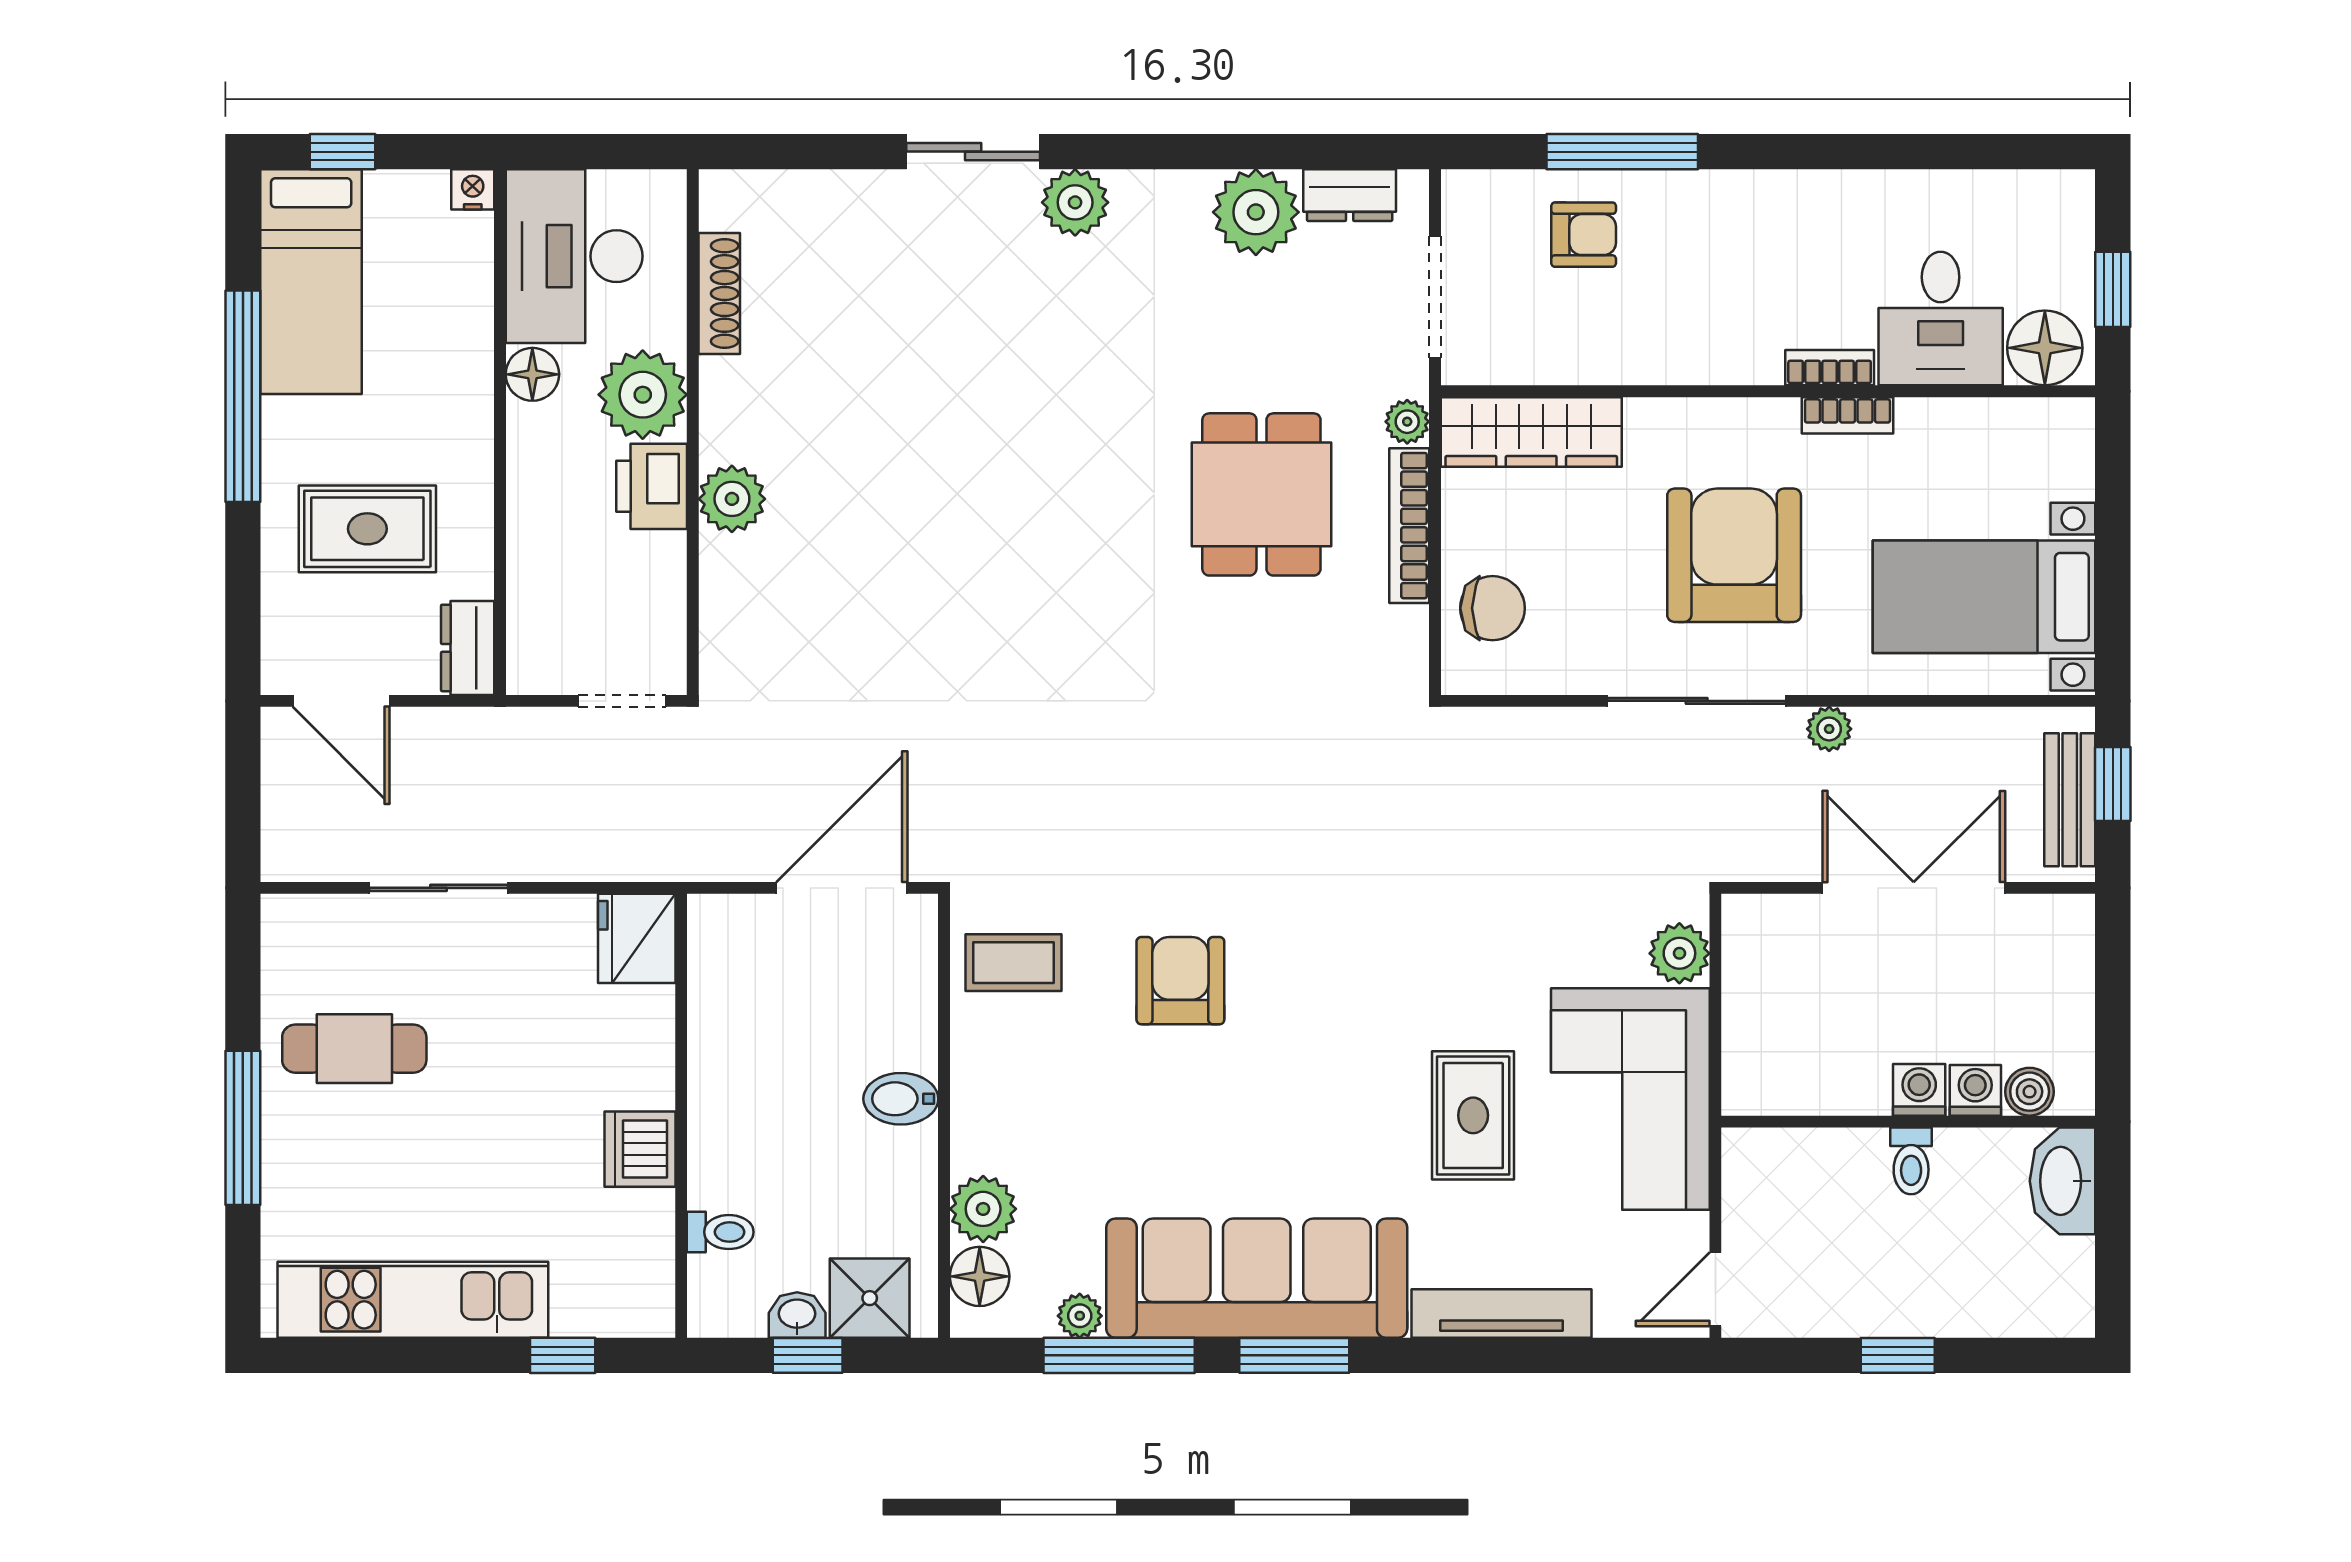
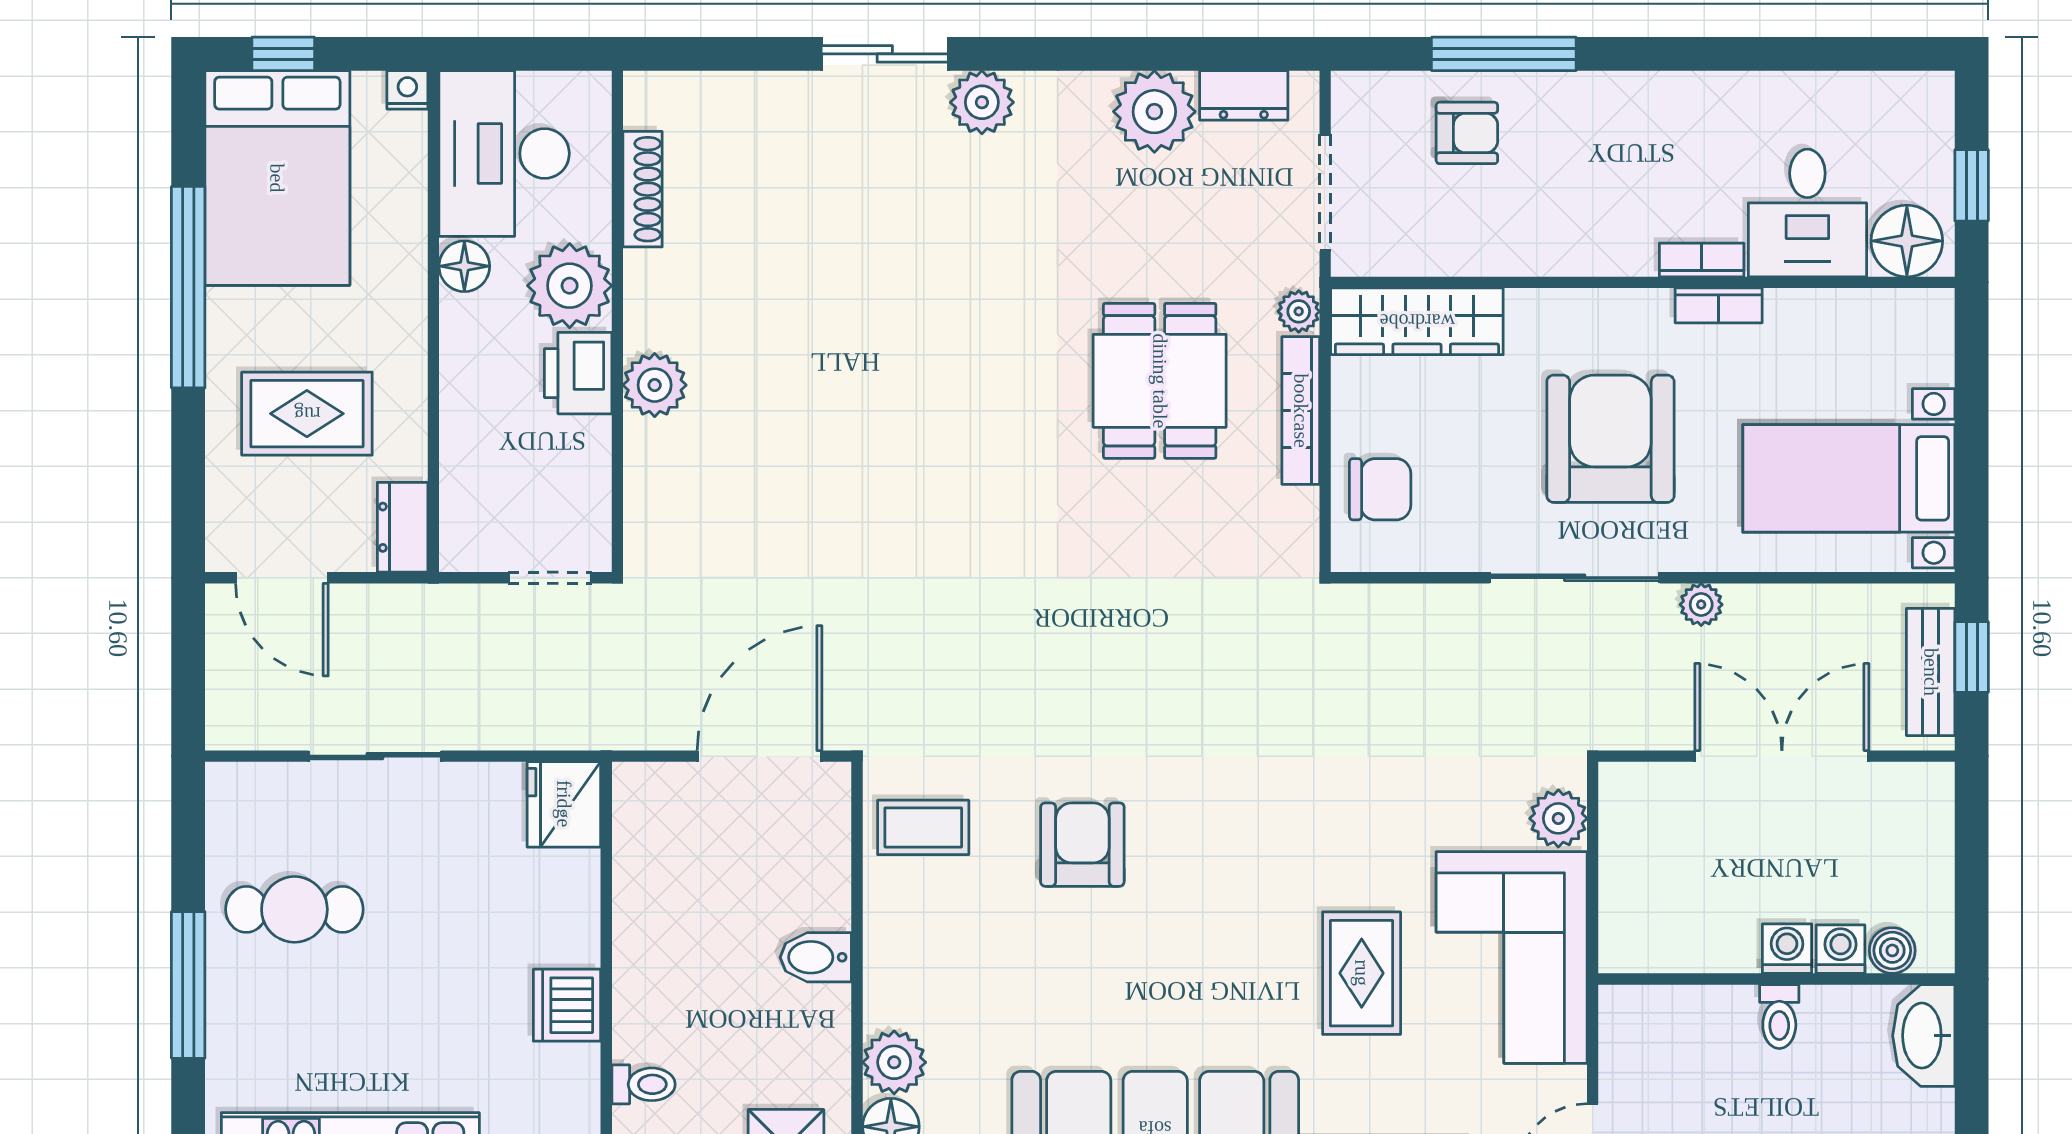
bed: (311, 282) -> (277, 178), width x1.50

